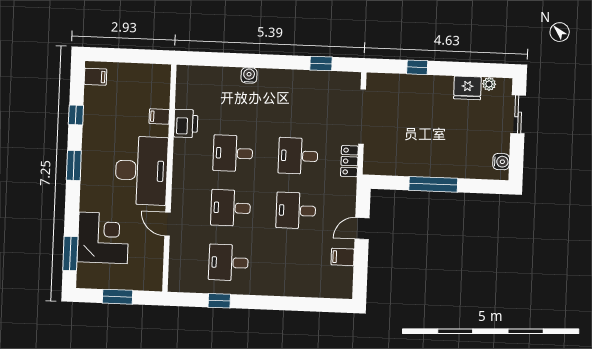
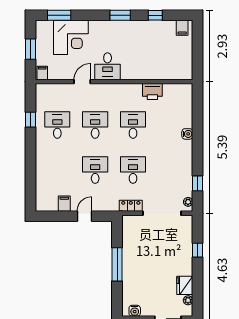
plant: (347, 78) -> (188, 202), added
filing cabinet: (159, 116) -> (42, 73), moved
desk: (142, 171) -> (108, 66), width x0.53, depth x0.77
door: (362, 228) -> (85, 216), hinge flipped

